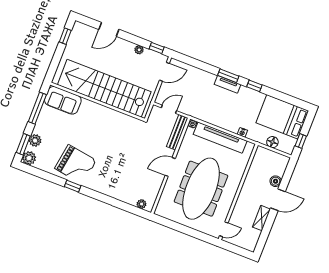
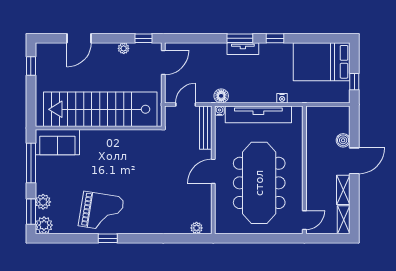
floor lamp: (272, 142) -> (221, 96), moved
shelving: (253, 240) -> (344, 220), added

